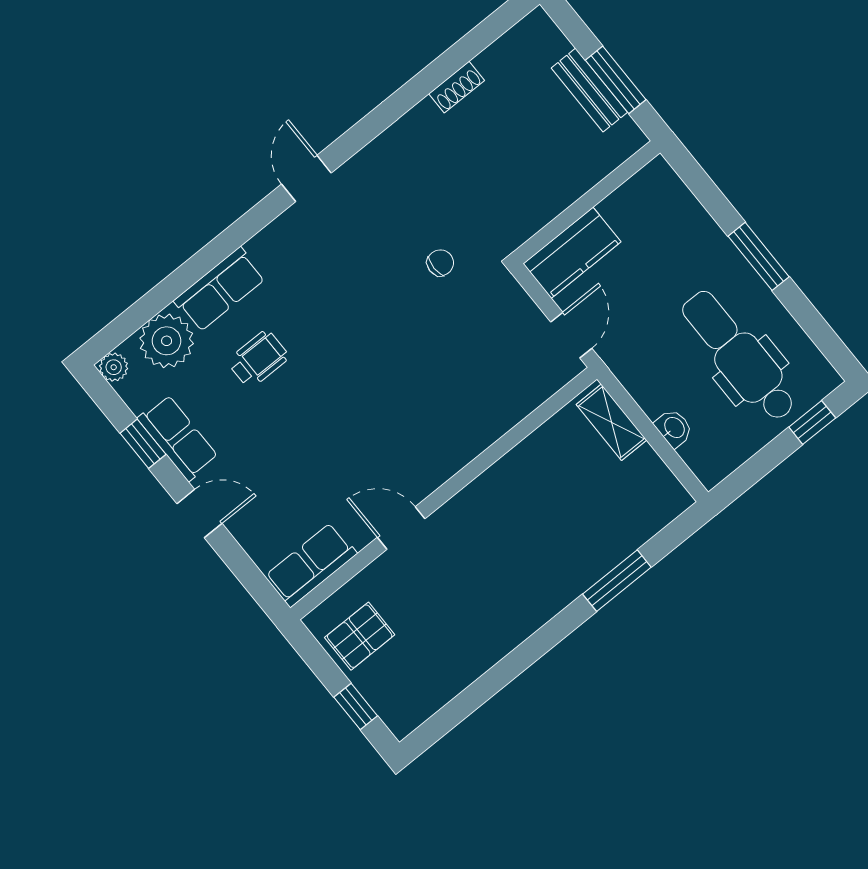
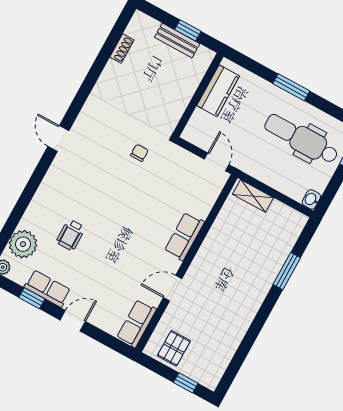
window: (616, 80) -> (188, 30), width x0.67
shoe rack: (457, 87) -> (122, 49), moved
kitchen counter: (572, 253) -> (218, 91), moved
row of seats: (220, 290) -> (184, 236), moved, turned 180
wheelchair: (258, 359) -> (71, 235), turned 180
washbasin: (674, 428) -> (311, 199), moved, turned -90

